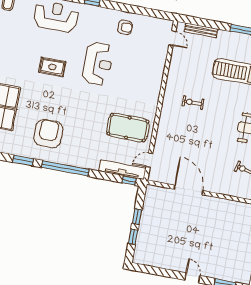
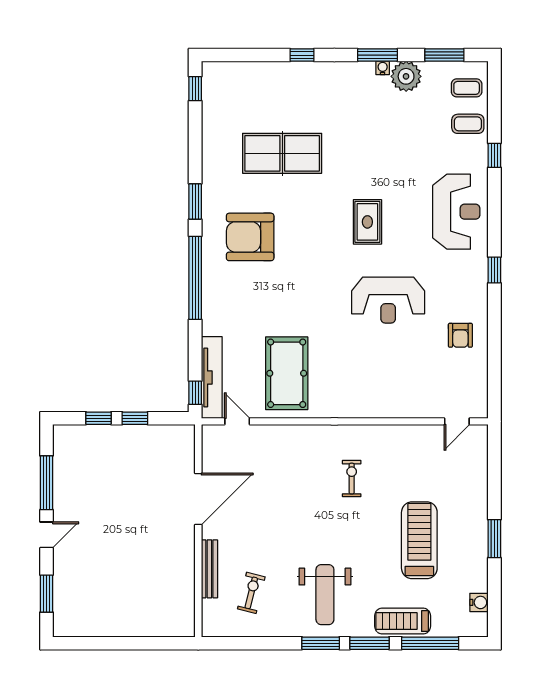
bench: (201, 30) -> (209, 569), moved
armchair: (48, 134) -> (250, 237), turned 180
window: (163, 272) -> (47, 483), added

